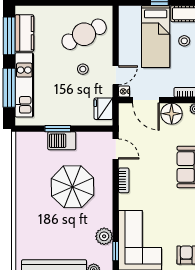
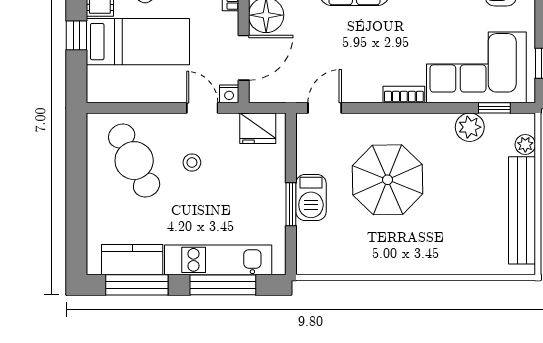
bookcase: (124, 180) -> (404, 95), moved

